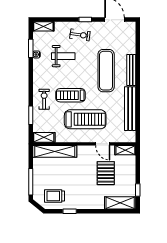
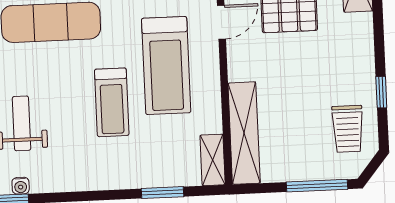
exercise bike: (44, 99) -> (124, 163), removed
treadmill: (85, 119) -> (166, 66), turned 180

